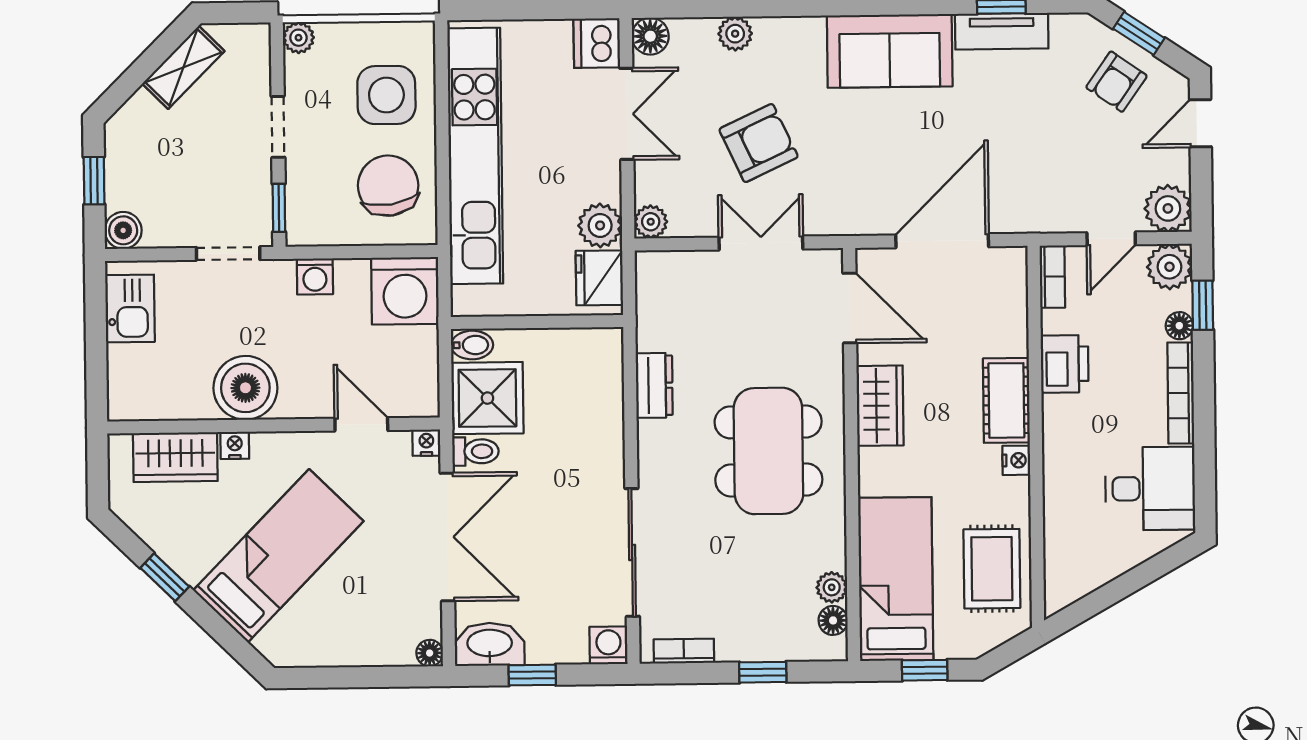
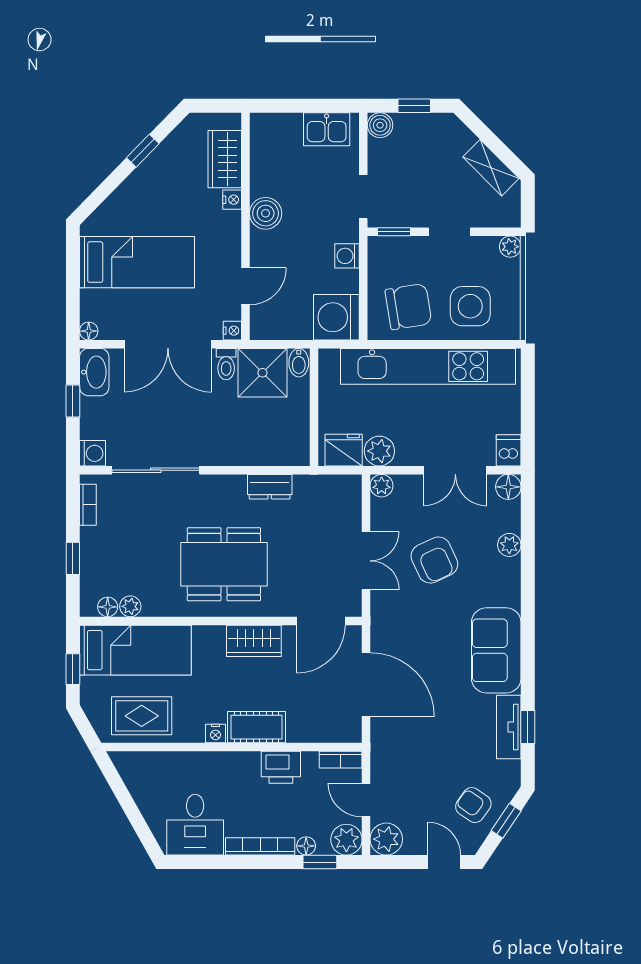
dishwasher: (597, 43) -> (509, 450), width x0.73
boiler: (245, 388) -> (266, 213), width x0.73, depth x0.73
bed: (278, 556) -> (137, 262), moved, turned -44

